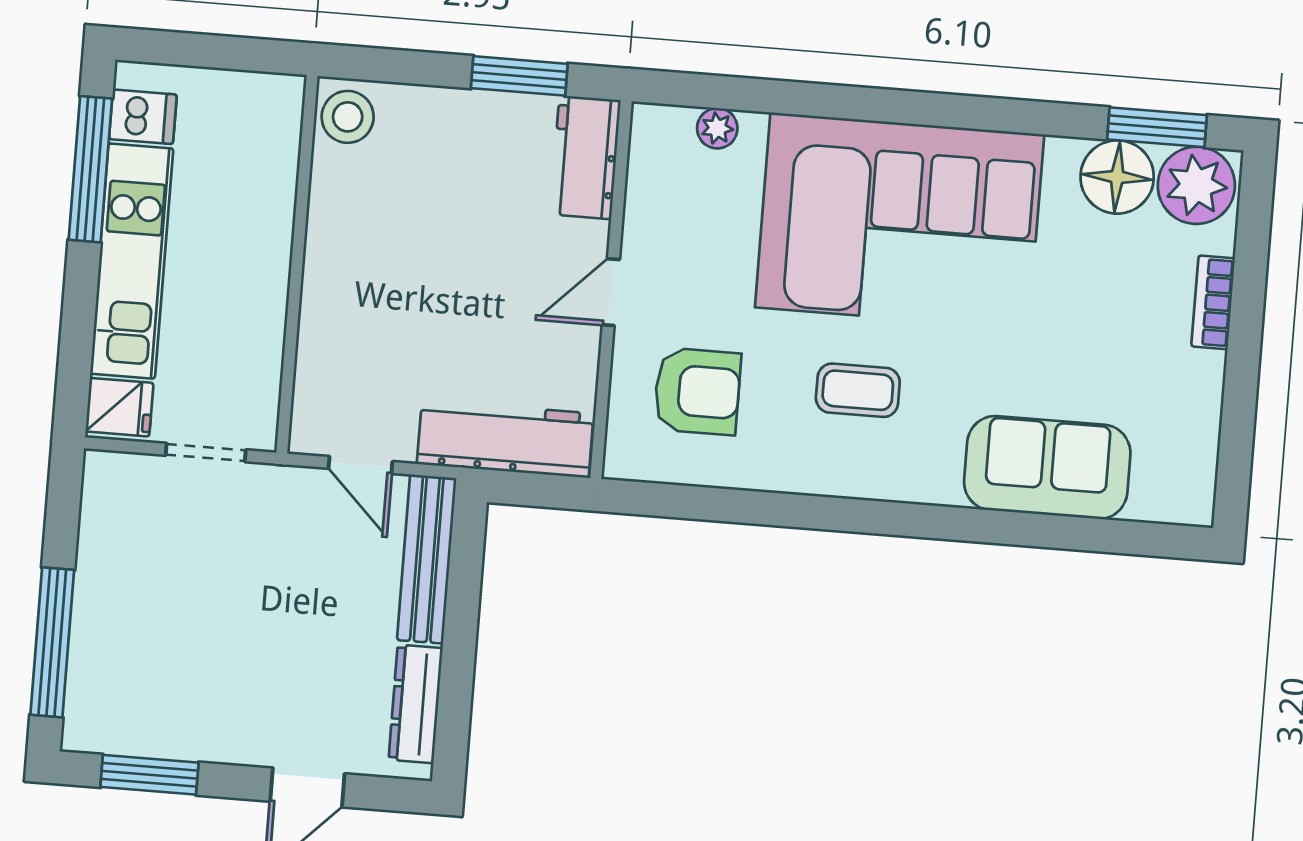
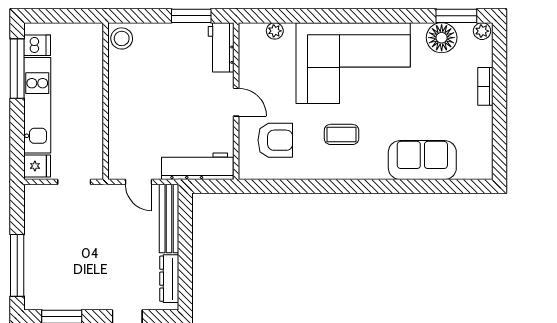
plant: (1196, 185) -> (482, 31), width x0.53, depth x0.53
door: (611, 292) -> (236, 102), swing flipped

